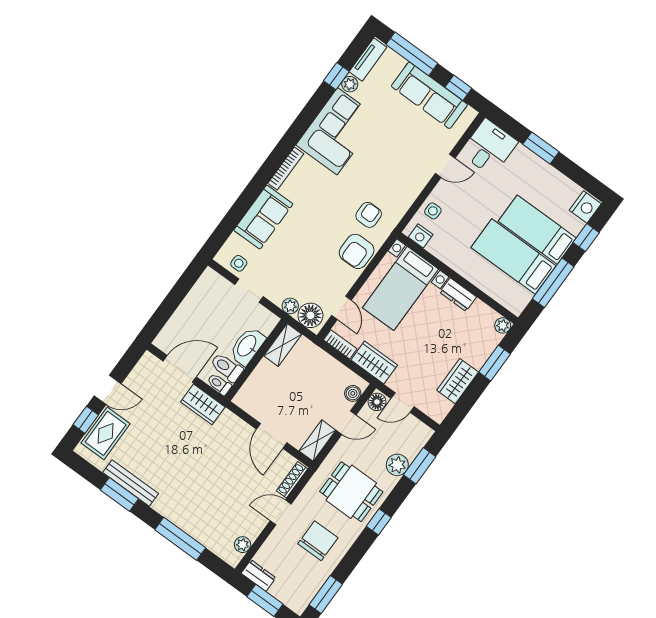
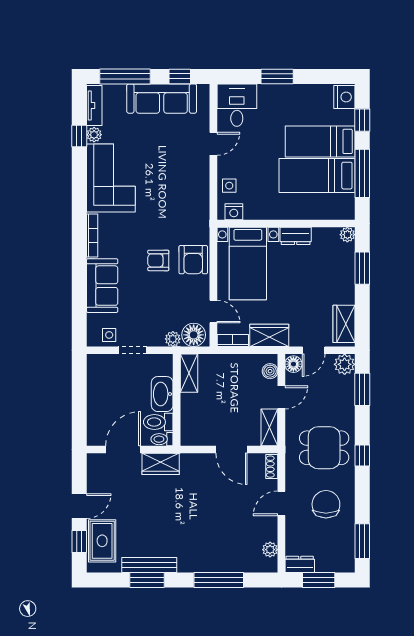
armchair: (369, 215) -> (158, 260), moved, turned -90
wardrobe: (458, 381) -> (344, 324), moved
plant: (397, 465) -> (345, 364), moved
shoe rack: (292, 480) -> (272, 467), width x0.70

